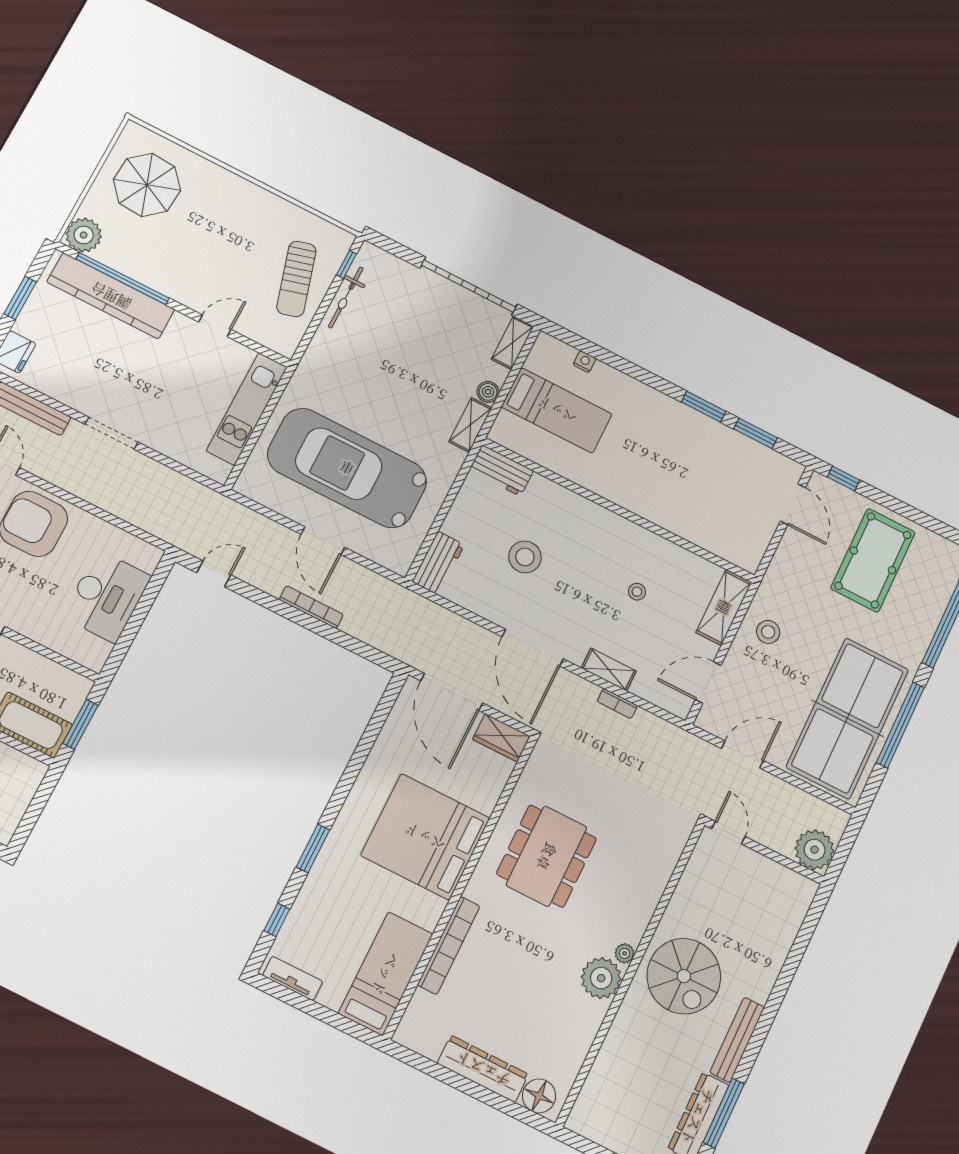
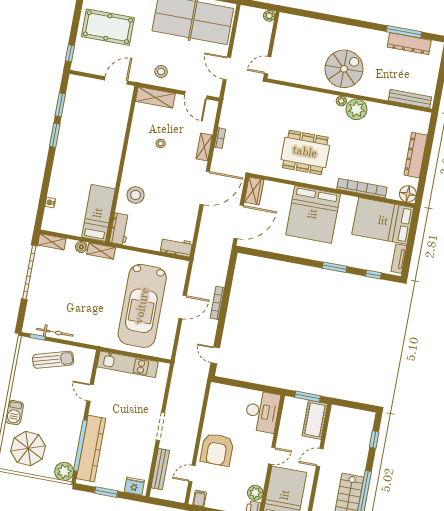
barbecue: (221, 182) -> (14, 413), added
bed: (557, 410) -> (98, 213), moved
door: (793, 504) -> (116, 80), moved
stool: (525, 557) -> (136, 195), moved
desk: (107, 596) -> (262, 412), moved, turned 90
plant: (815, 850) -> (269, 16), width x0.53, depth x0.53
bed: (386, 974) -> (383, 221), width x1.50
bench: (737, 1040) -> (410, 99), moved
floor lamp: (539, 1096) -> (408, 194), moved

